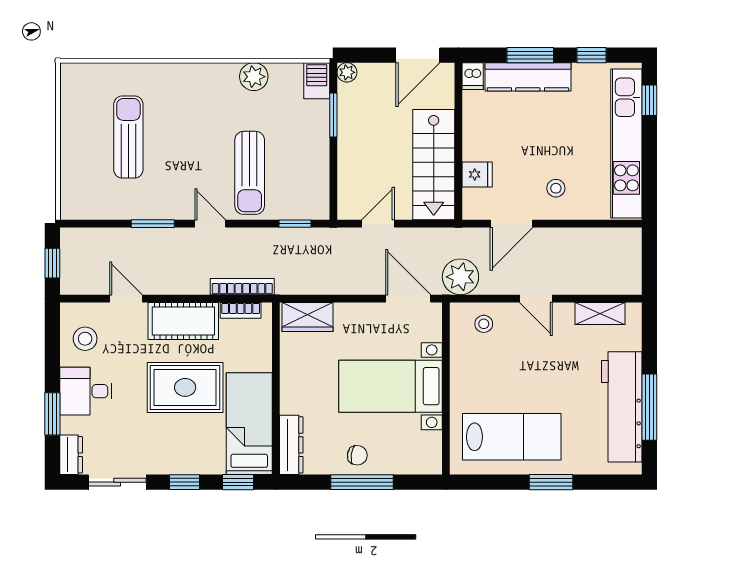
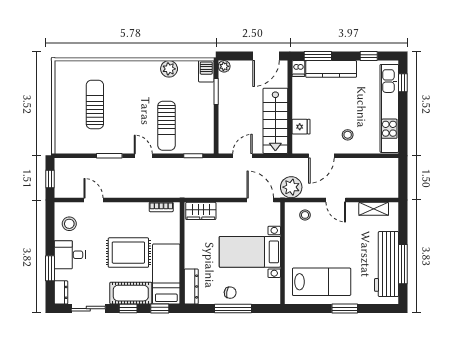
window: (530, 55) -> (318, 56), moved
bookcase: (242, 287) -> (162, 193), removed
cot: (183, 321) -> (131, 293), moved

